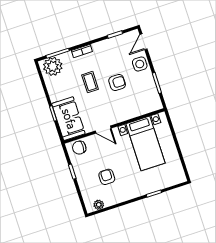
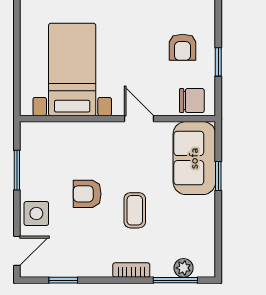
plant: (53, 66) -> (184, 268), width x0.53, depth x0.53
armchair: (107, 177) -> (183, 47), moved

